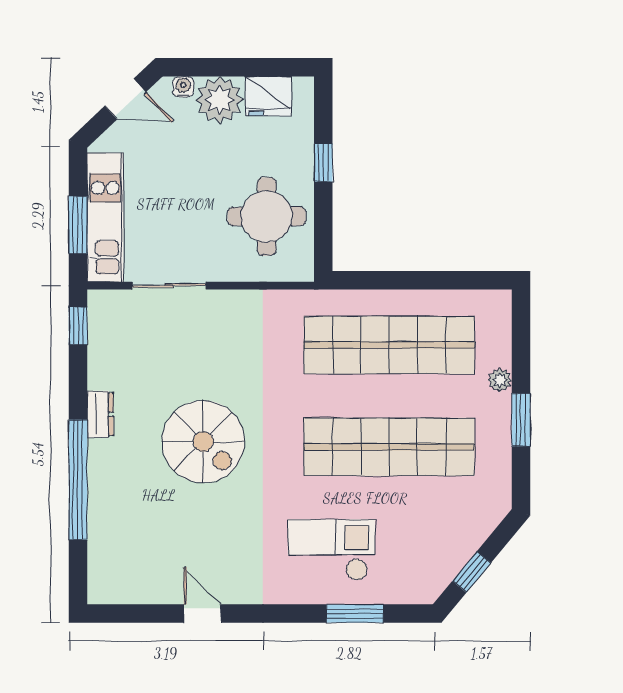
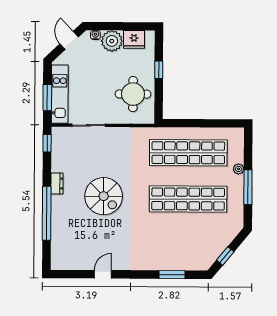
door: (125, 99) -> (69, 40), swing flipped
window: (521, 420) -> (248, 187), width x1.44
checkout: (331, 550) -> (162, 246), removed
door: (202, 614) -> (103, 274), hinge flipped

